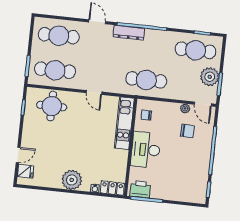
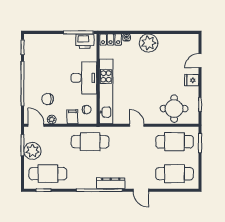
filing cabinet: (163, 109) -> (72, 117), added
kitchen unit: (124, 123) -> (106, 91), width x1.36
fridge: (26, 171) -> (192, 80), moved

